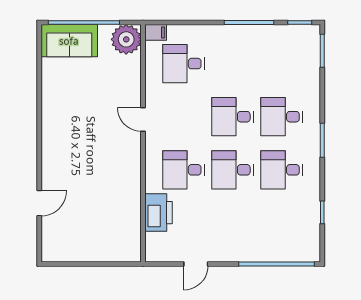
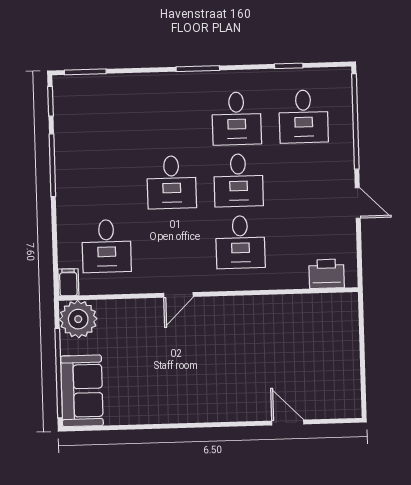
desk: (282, 117) -> (303, 116), moved
printer: (158, 213) -> (327, 274), moved, width x0.73, depth x0.84
door: (196, 264) -> (358, 203), moved

